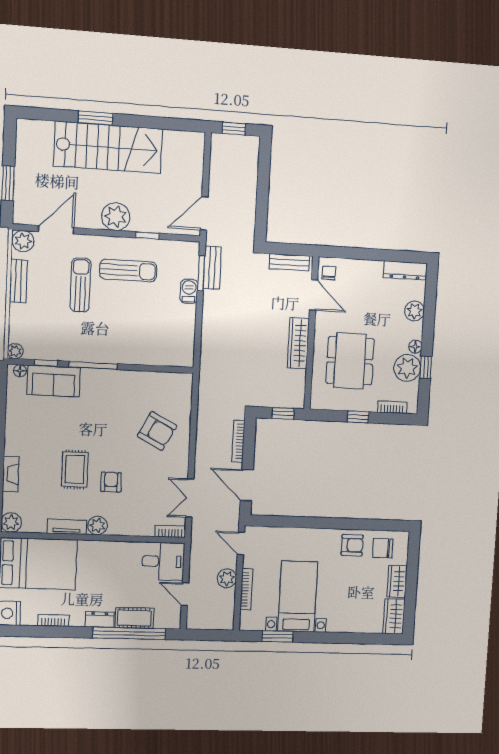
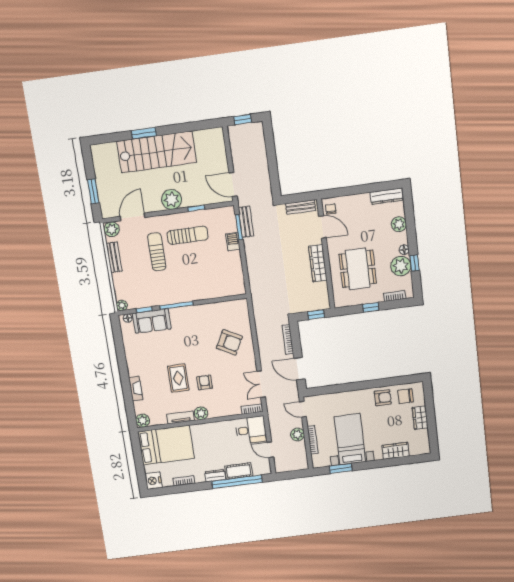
door: (204, 213) -> (233, 184), hinge flipped
wardrobe: (394, 616) -> (396, 451), moved, turned 90

